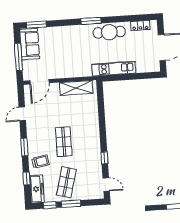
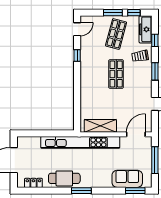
sofa: (30, 44) -> (127, 179), moved, turned 90
kitchen unit: (114, 69) -> (80, 142), width x1.86
door: (106, 185) -> (77, 29), swing flipped

